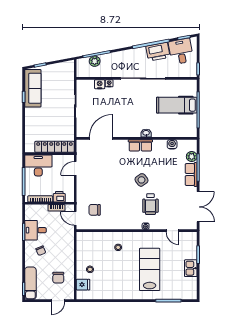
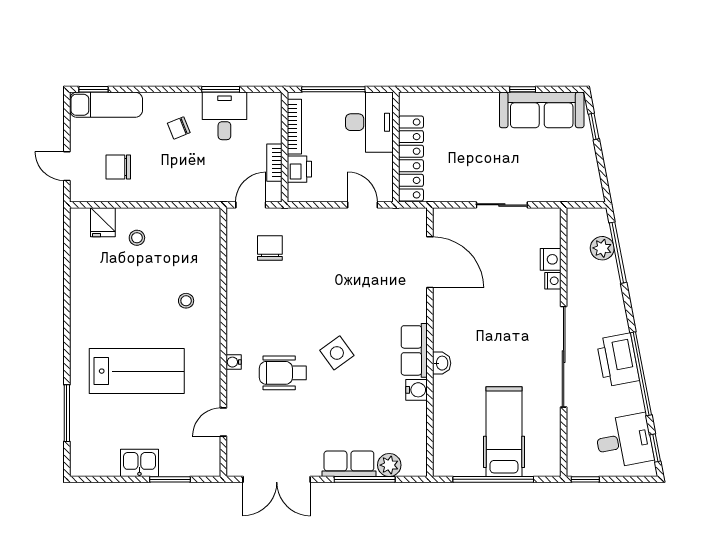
printer: (158, 52) -> (618, 360), moved
water cooler: (172, 144) -> (416, 390), moved

